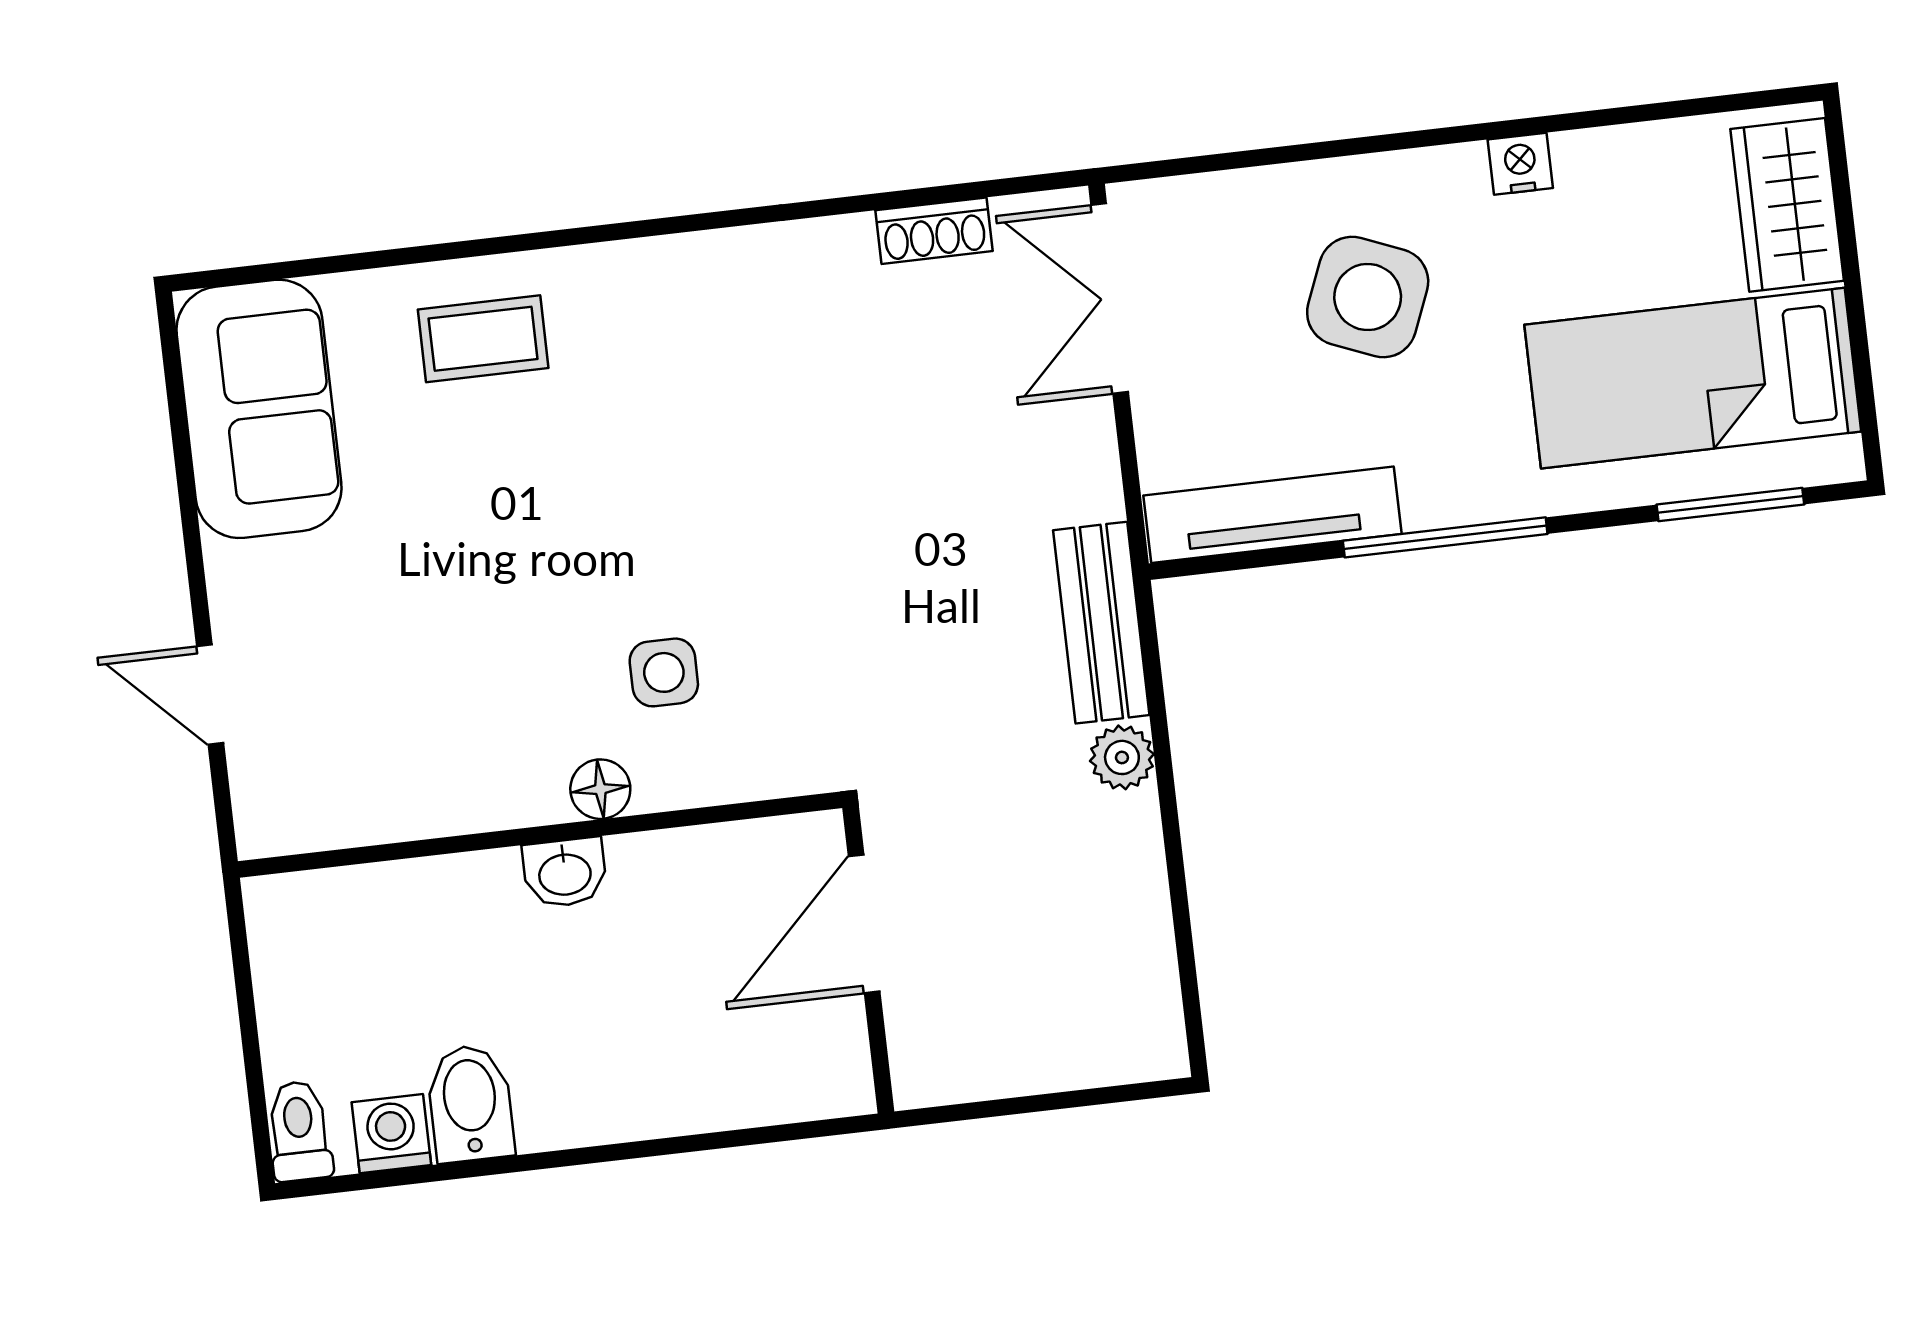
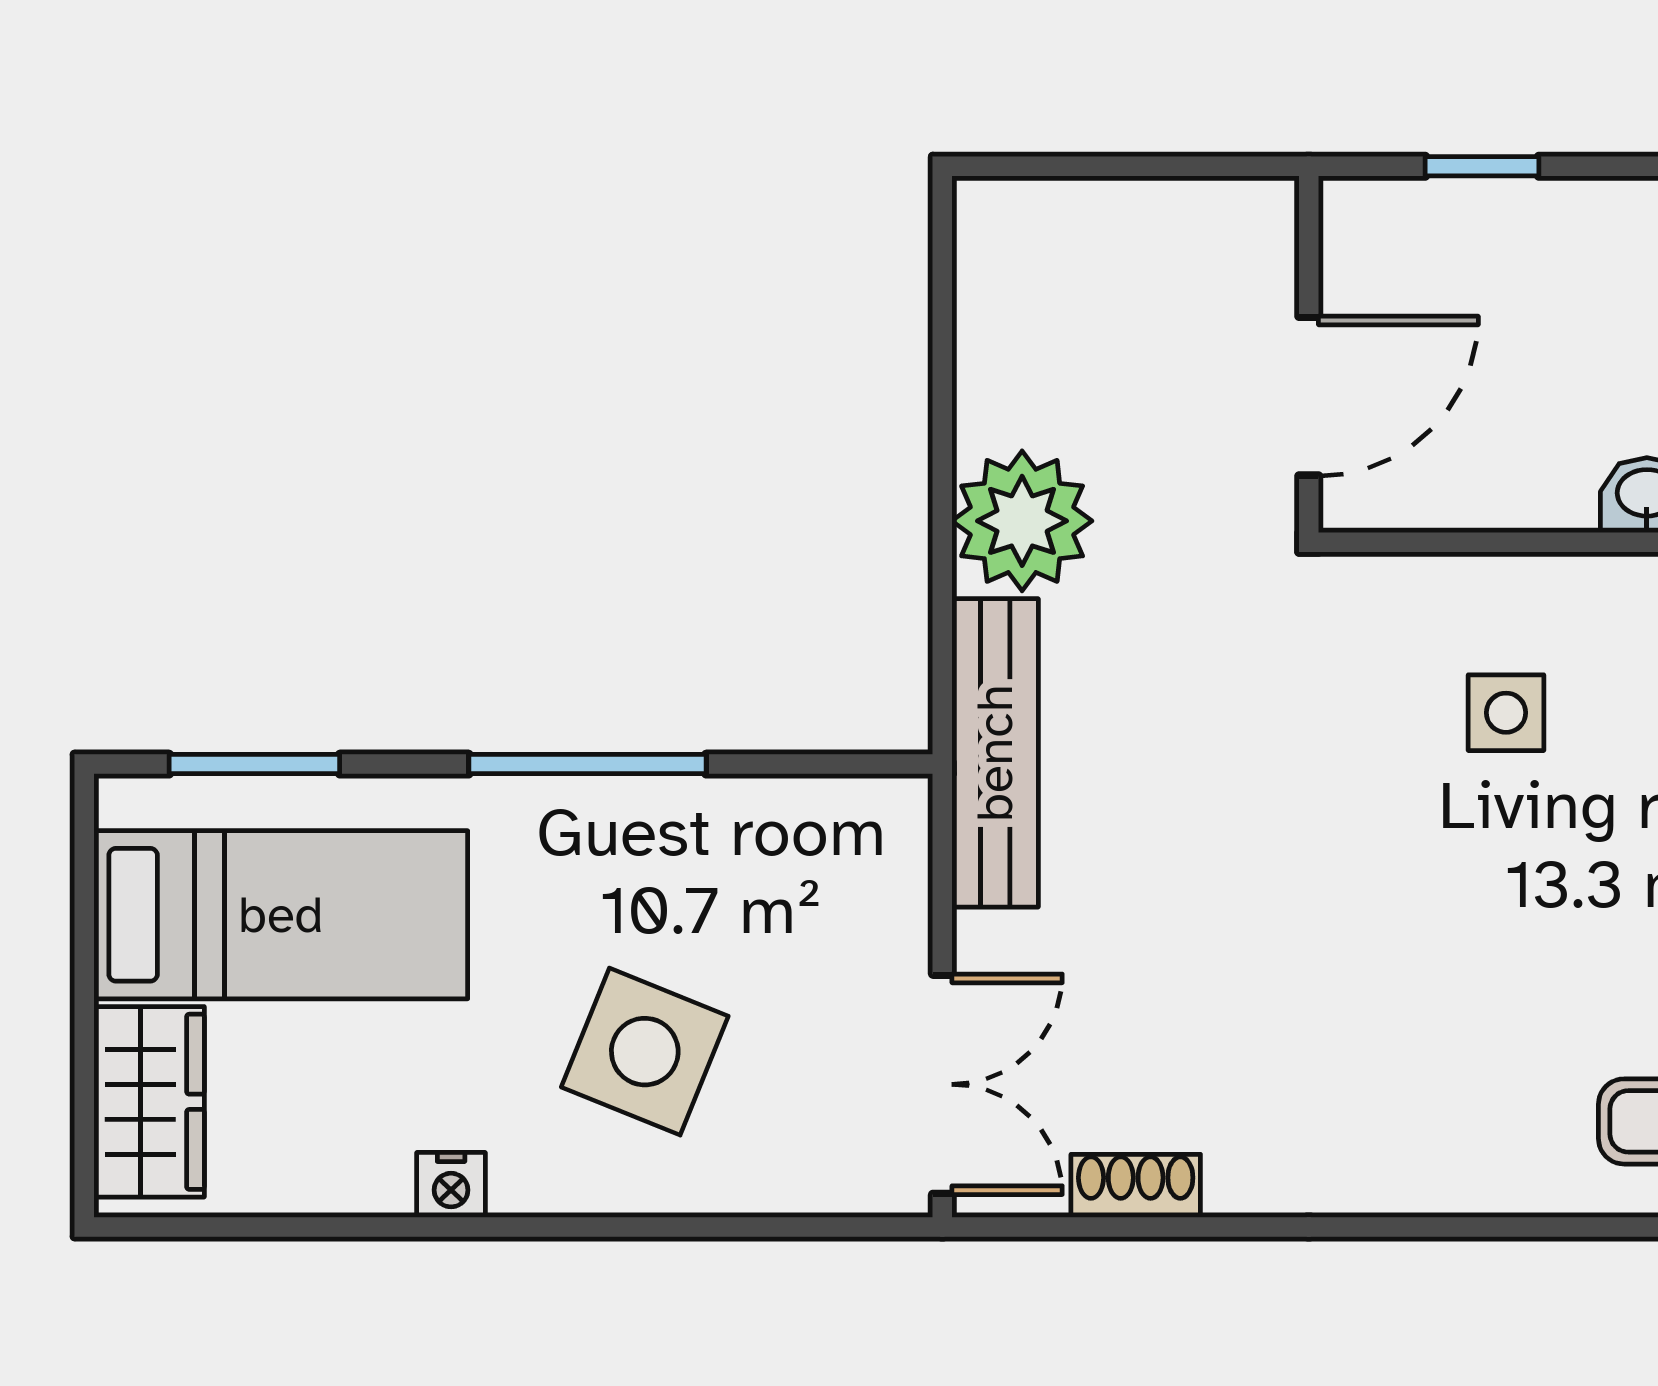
tv unit: (1273, 515) -> (783, 813), removed
bench: (1101, 623) -> (995, 753), width x1.36
plant: (1122, 757) -> (1022, 521), width x1.88, depth x1.88
floor lamp: (600, 789) -> (1595, 587), removed
window: (739, 1138) -> (1482, 166), added

